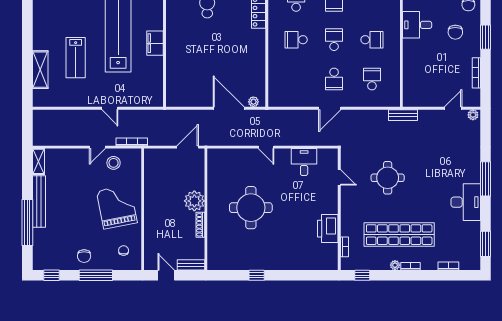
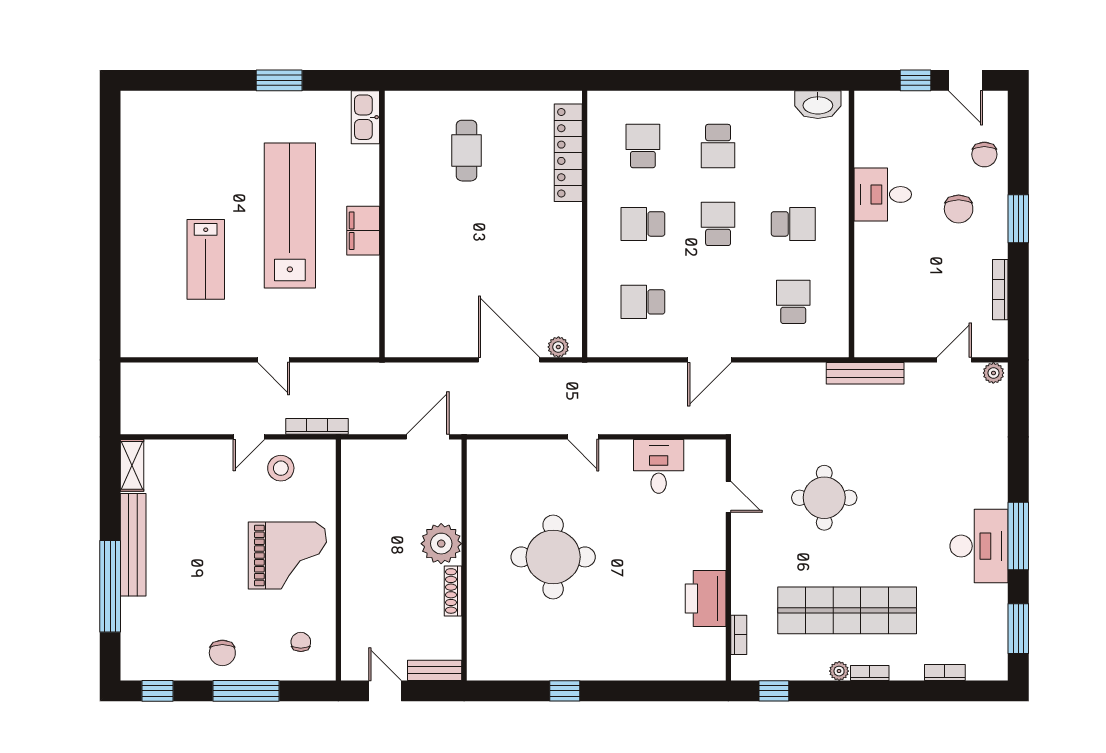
shelving: (40, 70) -> (135, 283), removed
school desk: (334, 79) -> (643, 302), moved, turned 90
bench: (403, 115) -> (865, 373), width x1.36
window: (485, 179) -> (1018, 536), moved
grand piano: (117, 207) -> (287, 555), turned 101

